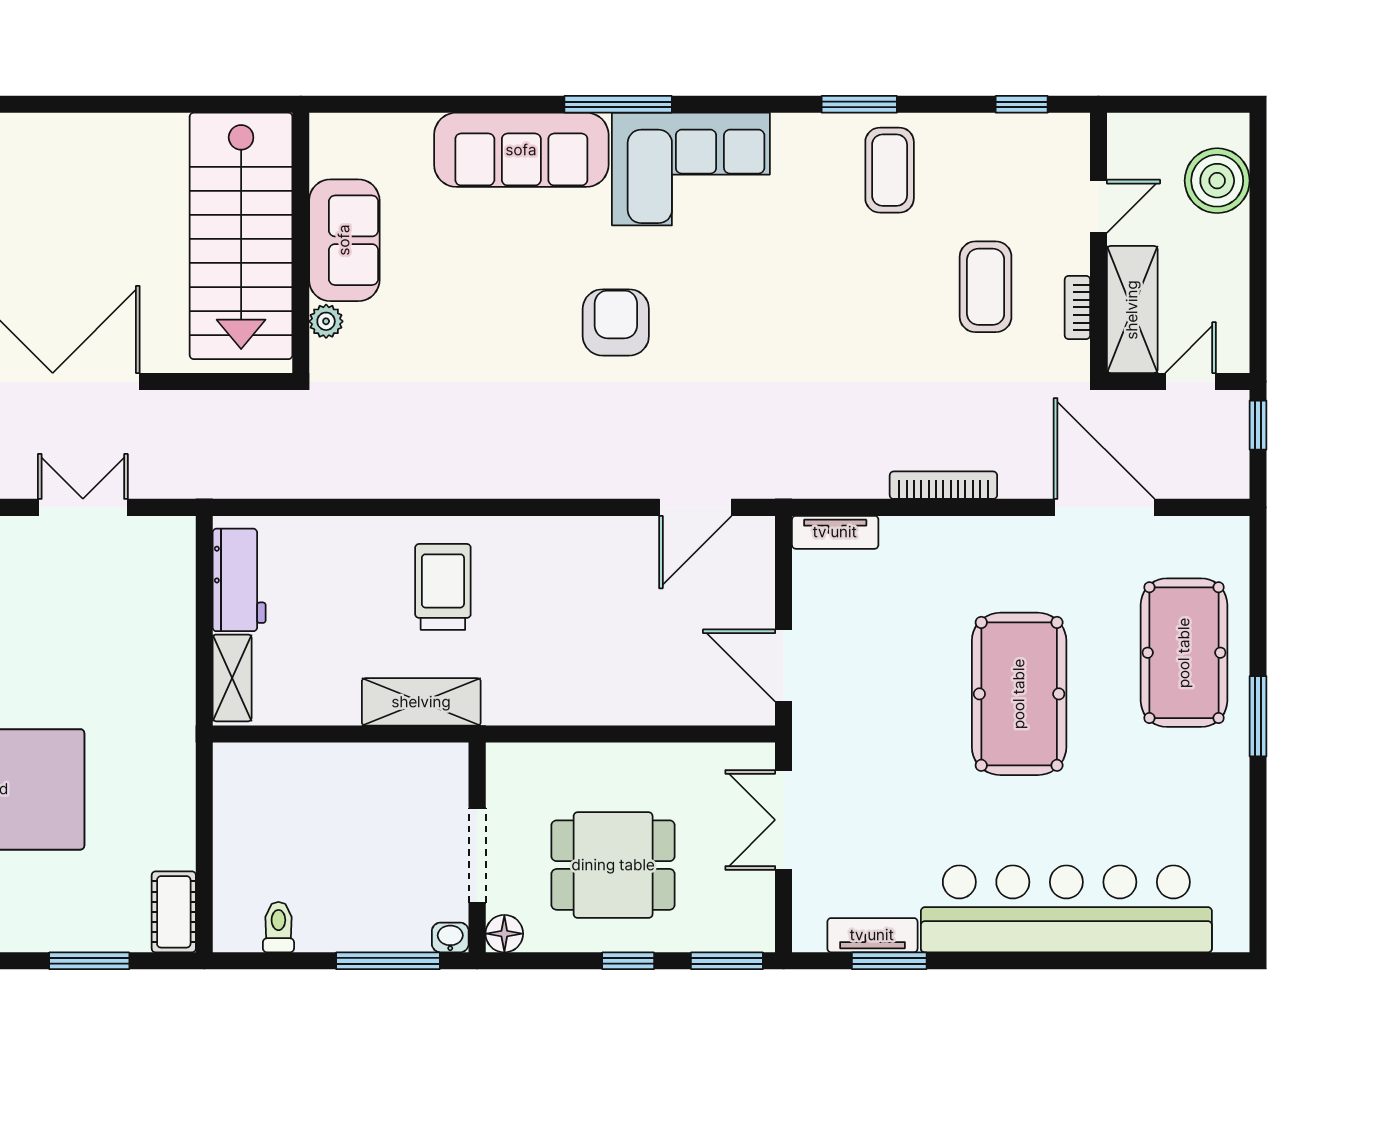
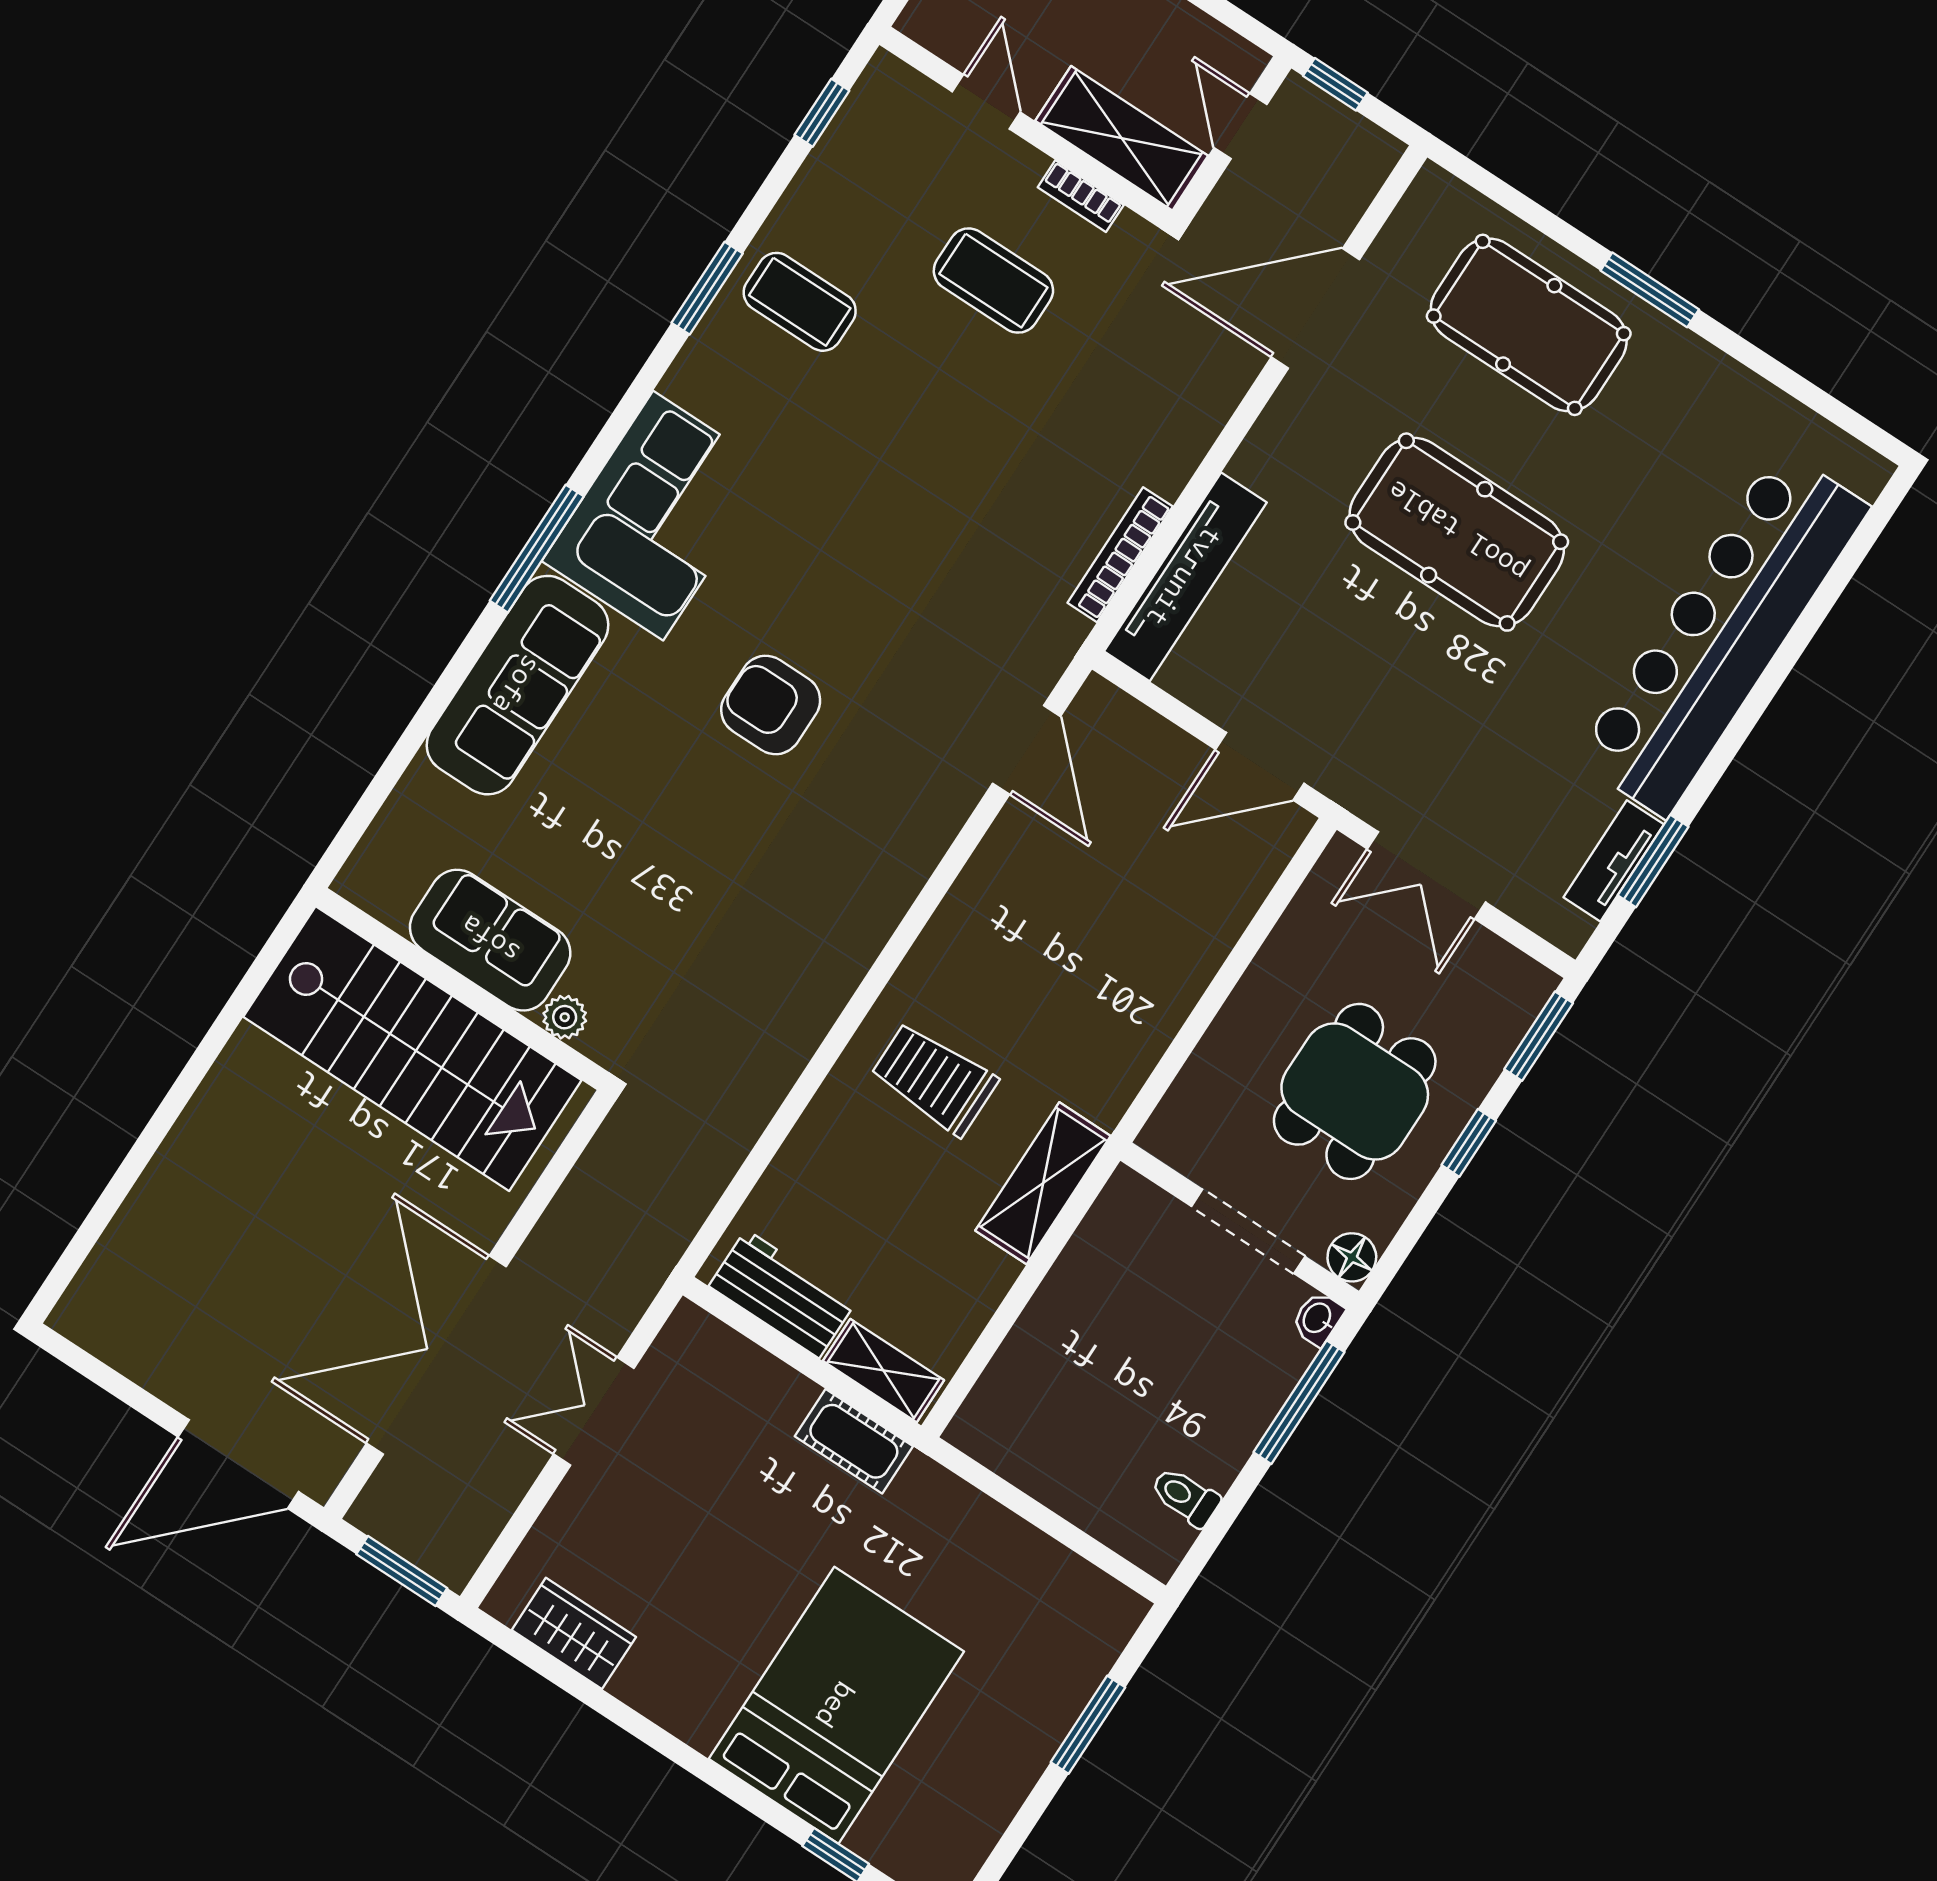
bookcase: (943, 485) -> (1120, 555), moved
tv unit: (835, 532) -> (1185, 577), width x1.92, depth x1.29
cot: (174, 912) -> (854, 1441), moved

